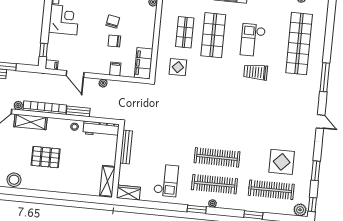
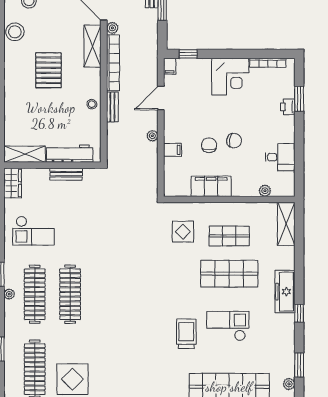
filing cabinet: (144, 63) -> (211, 186), moved
workbench: (101, 129) -> (70, 154), moved, turned 90
bench: (126, 147) -> (66, 174), width x0.73

